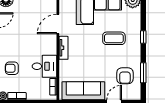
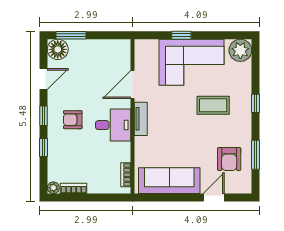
desk: (44, 66) -> (113, 125), moved
armchair: (12, 68) -> (73, 120), moved

